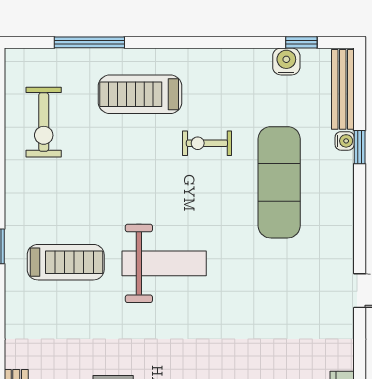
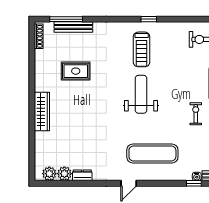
exercise mat: (279, 182) -> (152, 154), moved
weight bench: (164, 263) -> (141, 94), turned 180

